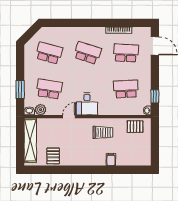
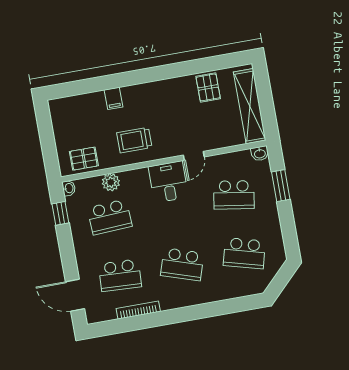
plant: (41, 110) -> (111, 182), moved

